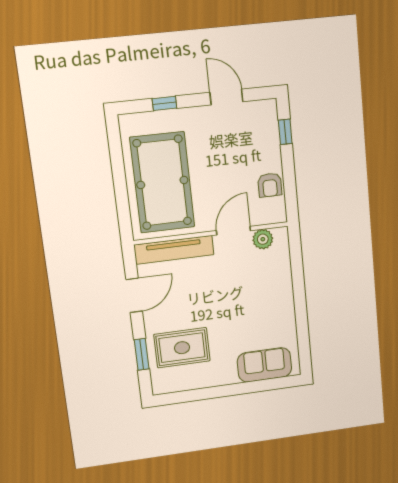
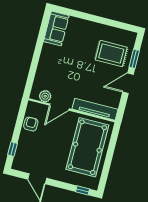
window: (164, 103) -> (83, 190), moved
door: (134, 295) -> (128, 83), moved
sofa: (265, 365) -> (56, 28), moved, turned -90

